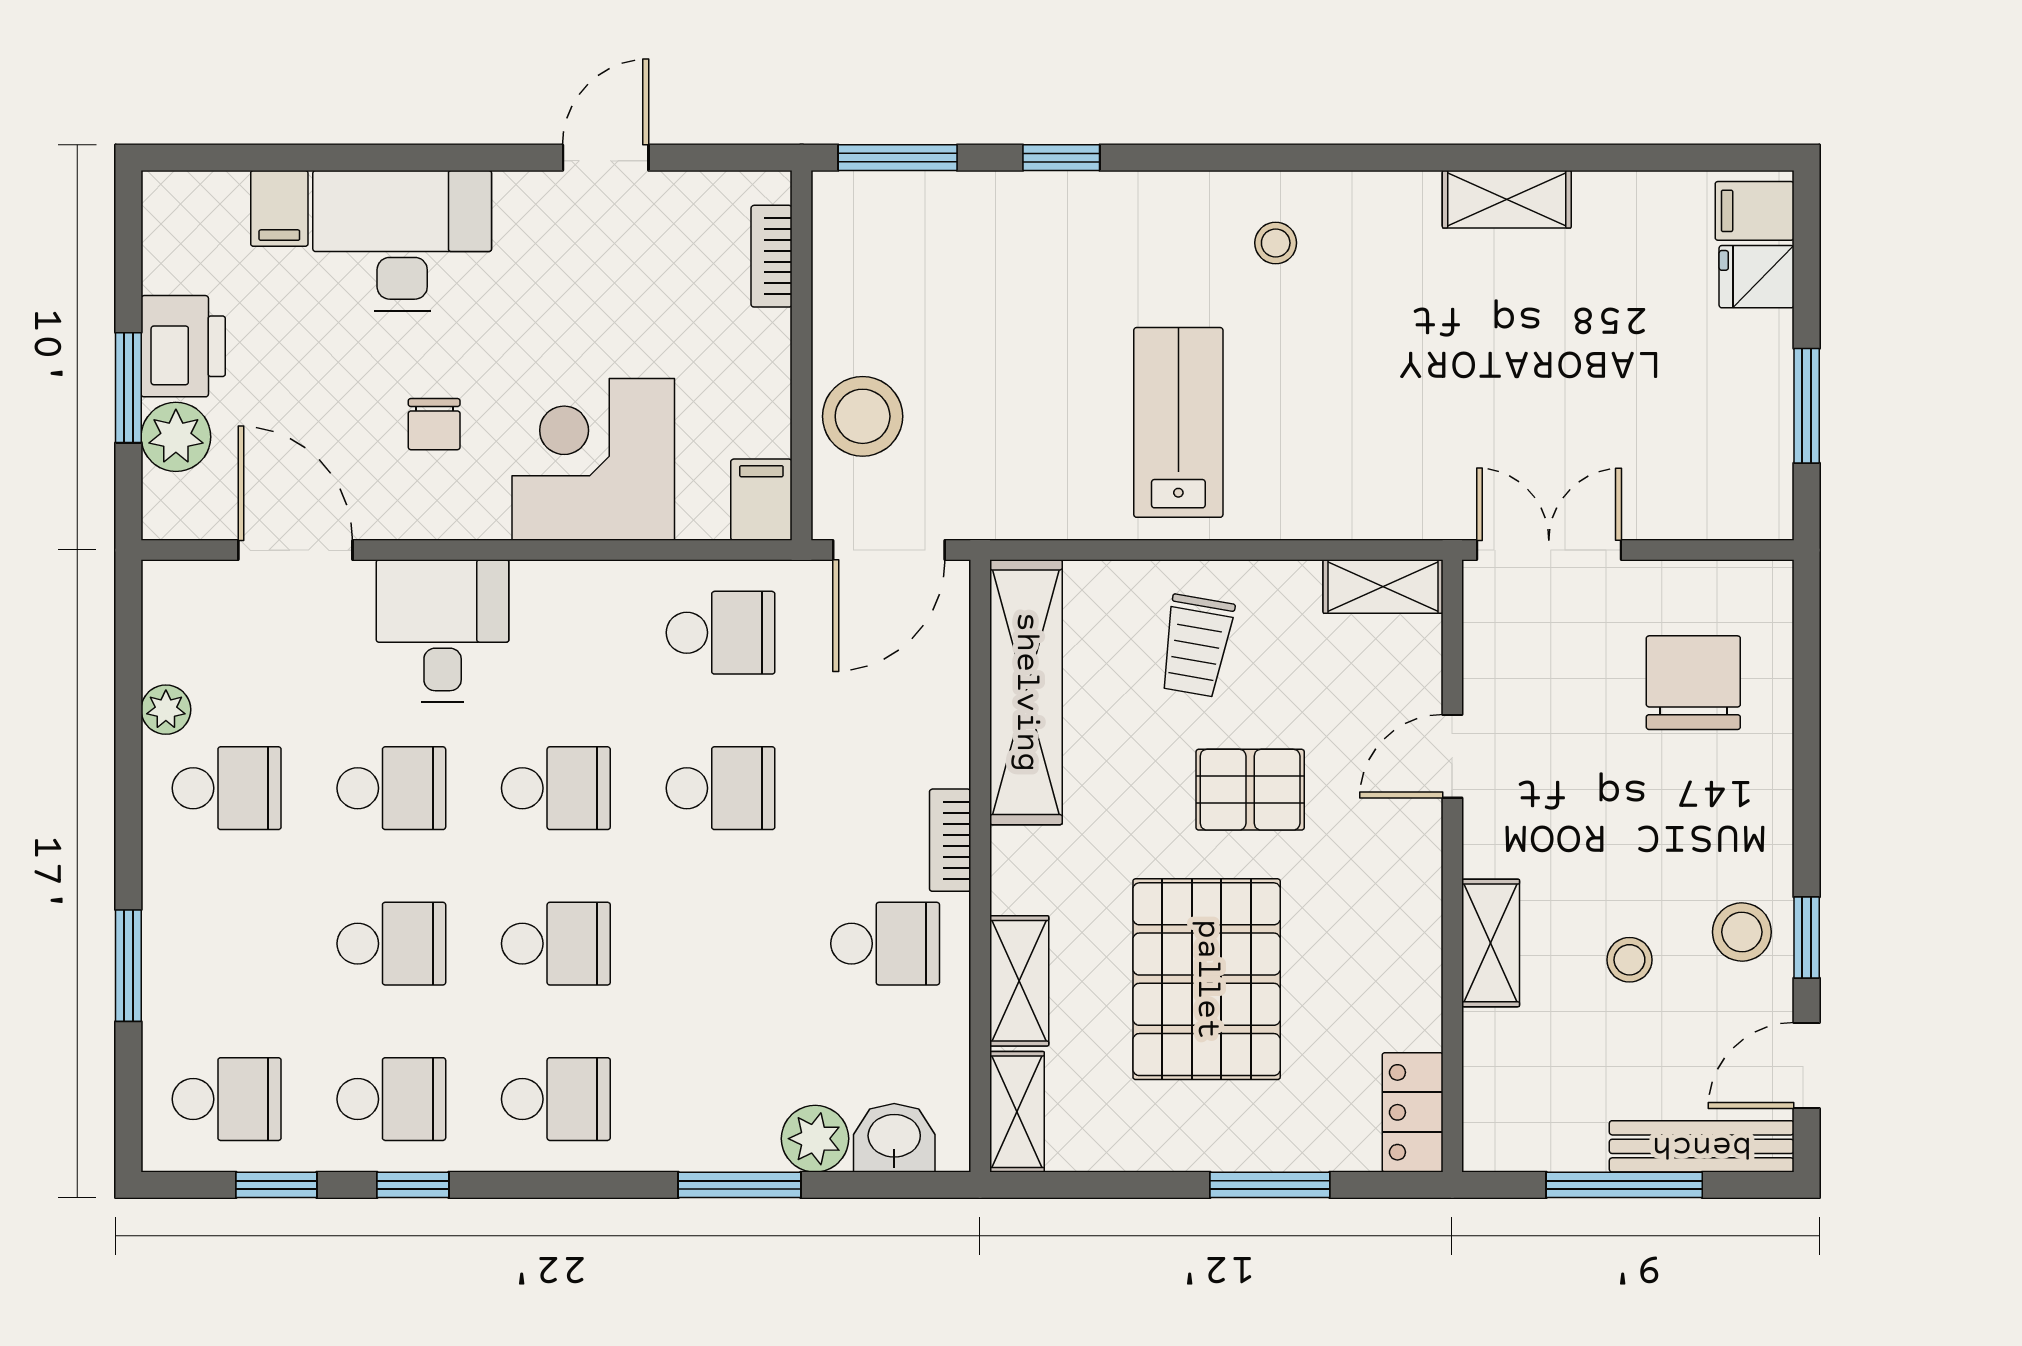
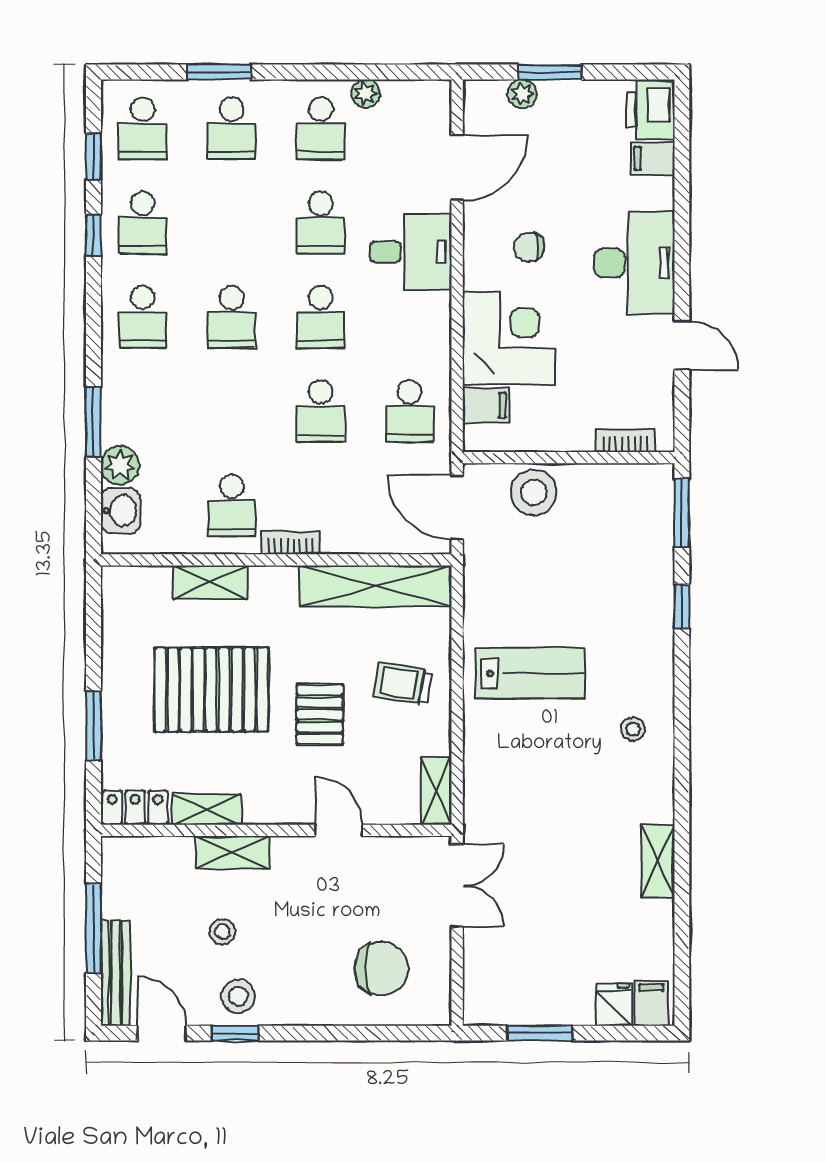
desk: (402, 240) -> (634, 263), moved
printer: (183, 346) -> (650, 110), moved, turned 90
plant: (176, 437) -> (522, 94), width x0.73, depth x0.73
filing cabinet: (761, 500) -> (486, 405), moved
school desk: (391, 944) -> (232, 128), moved
shelving: (1017, 1112) -> (207, 809), moved

